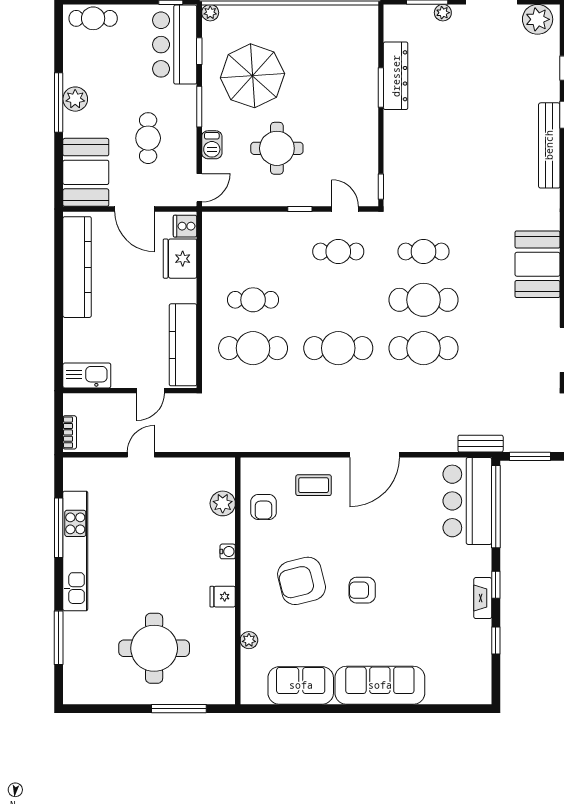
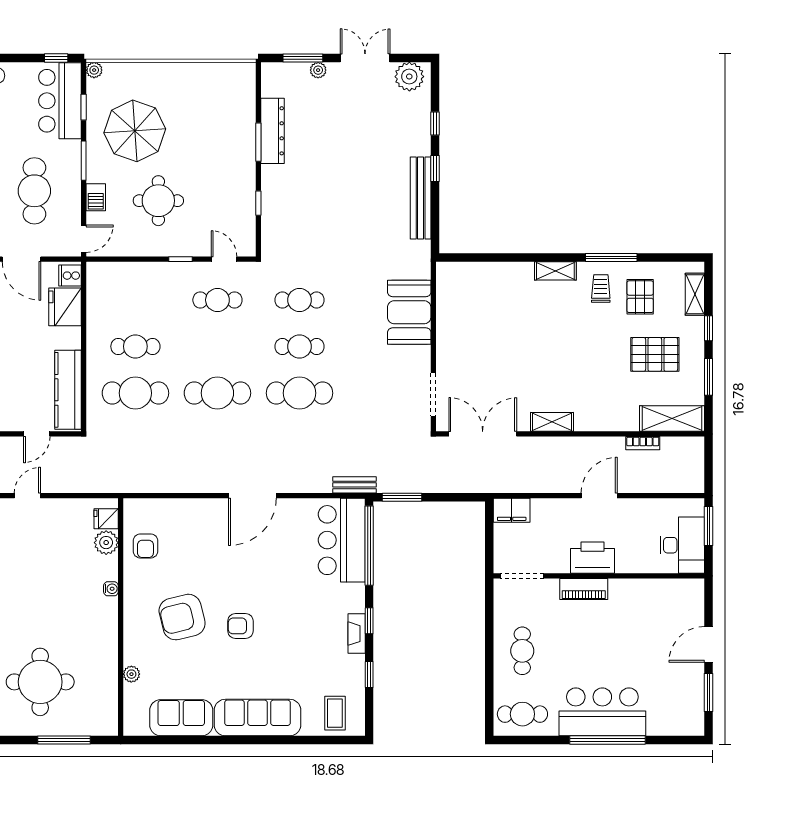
cafe table: (148, 138) -> (34, 191), width x1.37, depth x1.35
window: (381, 187) -> (258, 203), moved
cafe table: (424, 300) -> (299, 346), width x0.73, depth x0.74
coffee table: (314, 485) -> (335, 713), moved, turned 90
fridge: (223, 597) -> (106, 519), moved

